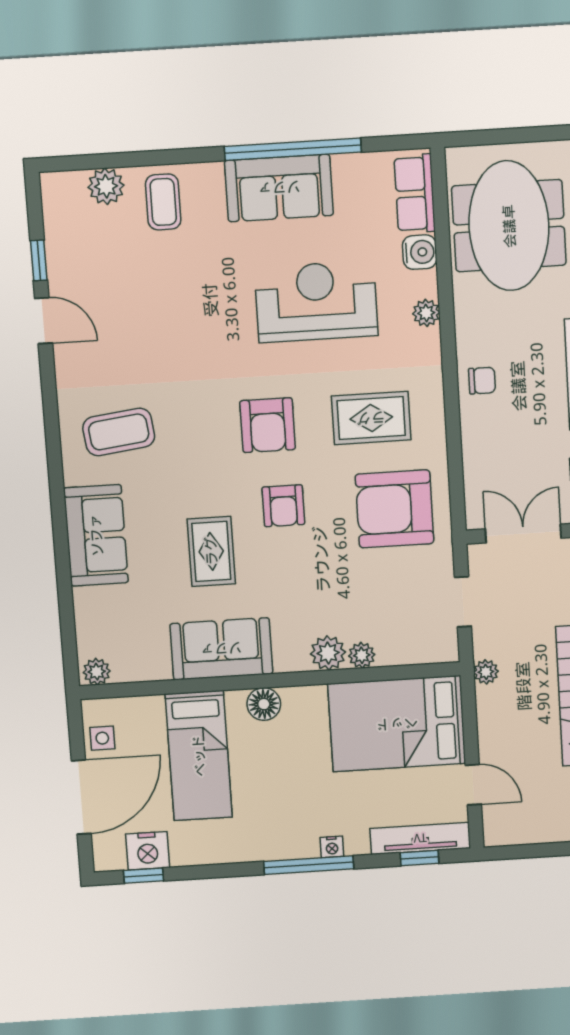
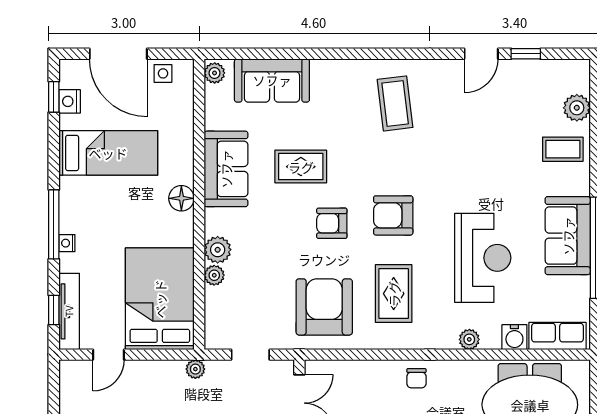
sofa: (96, 535) -> (272, 80), moved
bed: (199, 756) -> (108, 153), moved, turned 180
nightstand: (148, 851) -> (70, 101), width x0.74, depth x0.75

